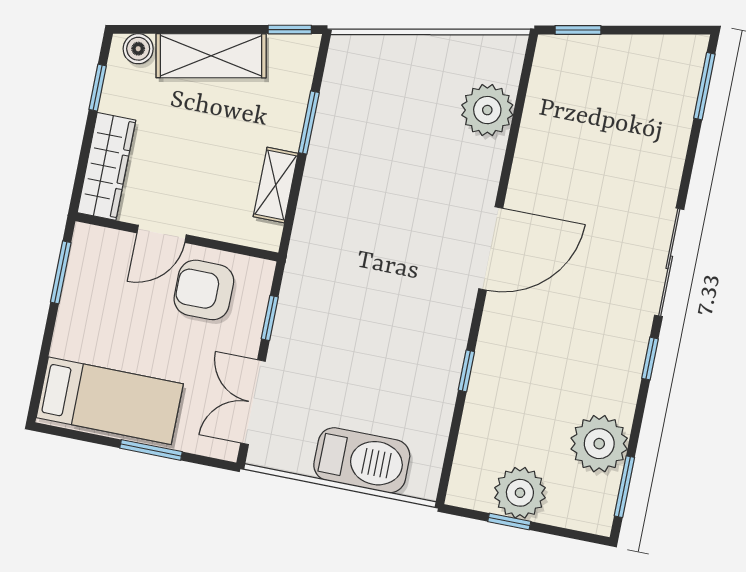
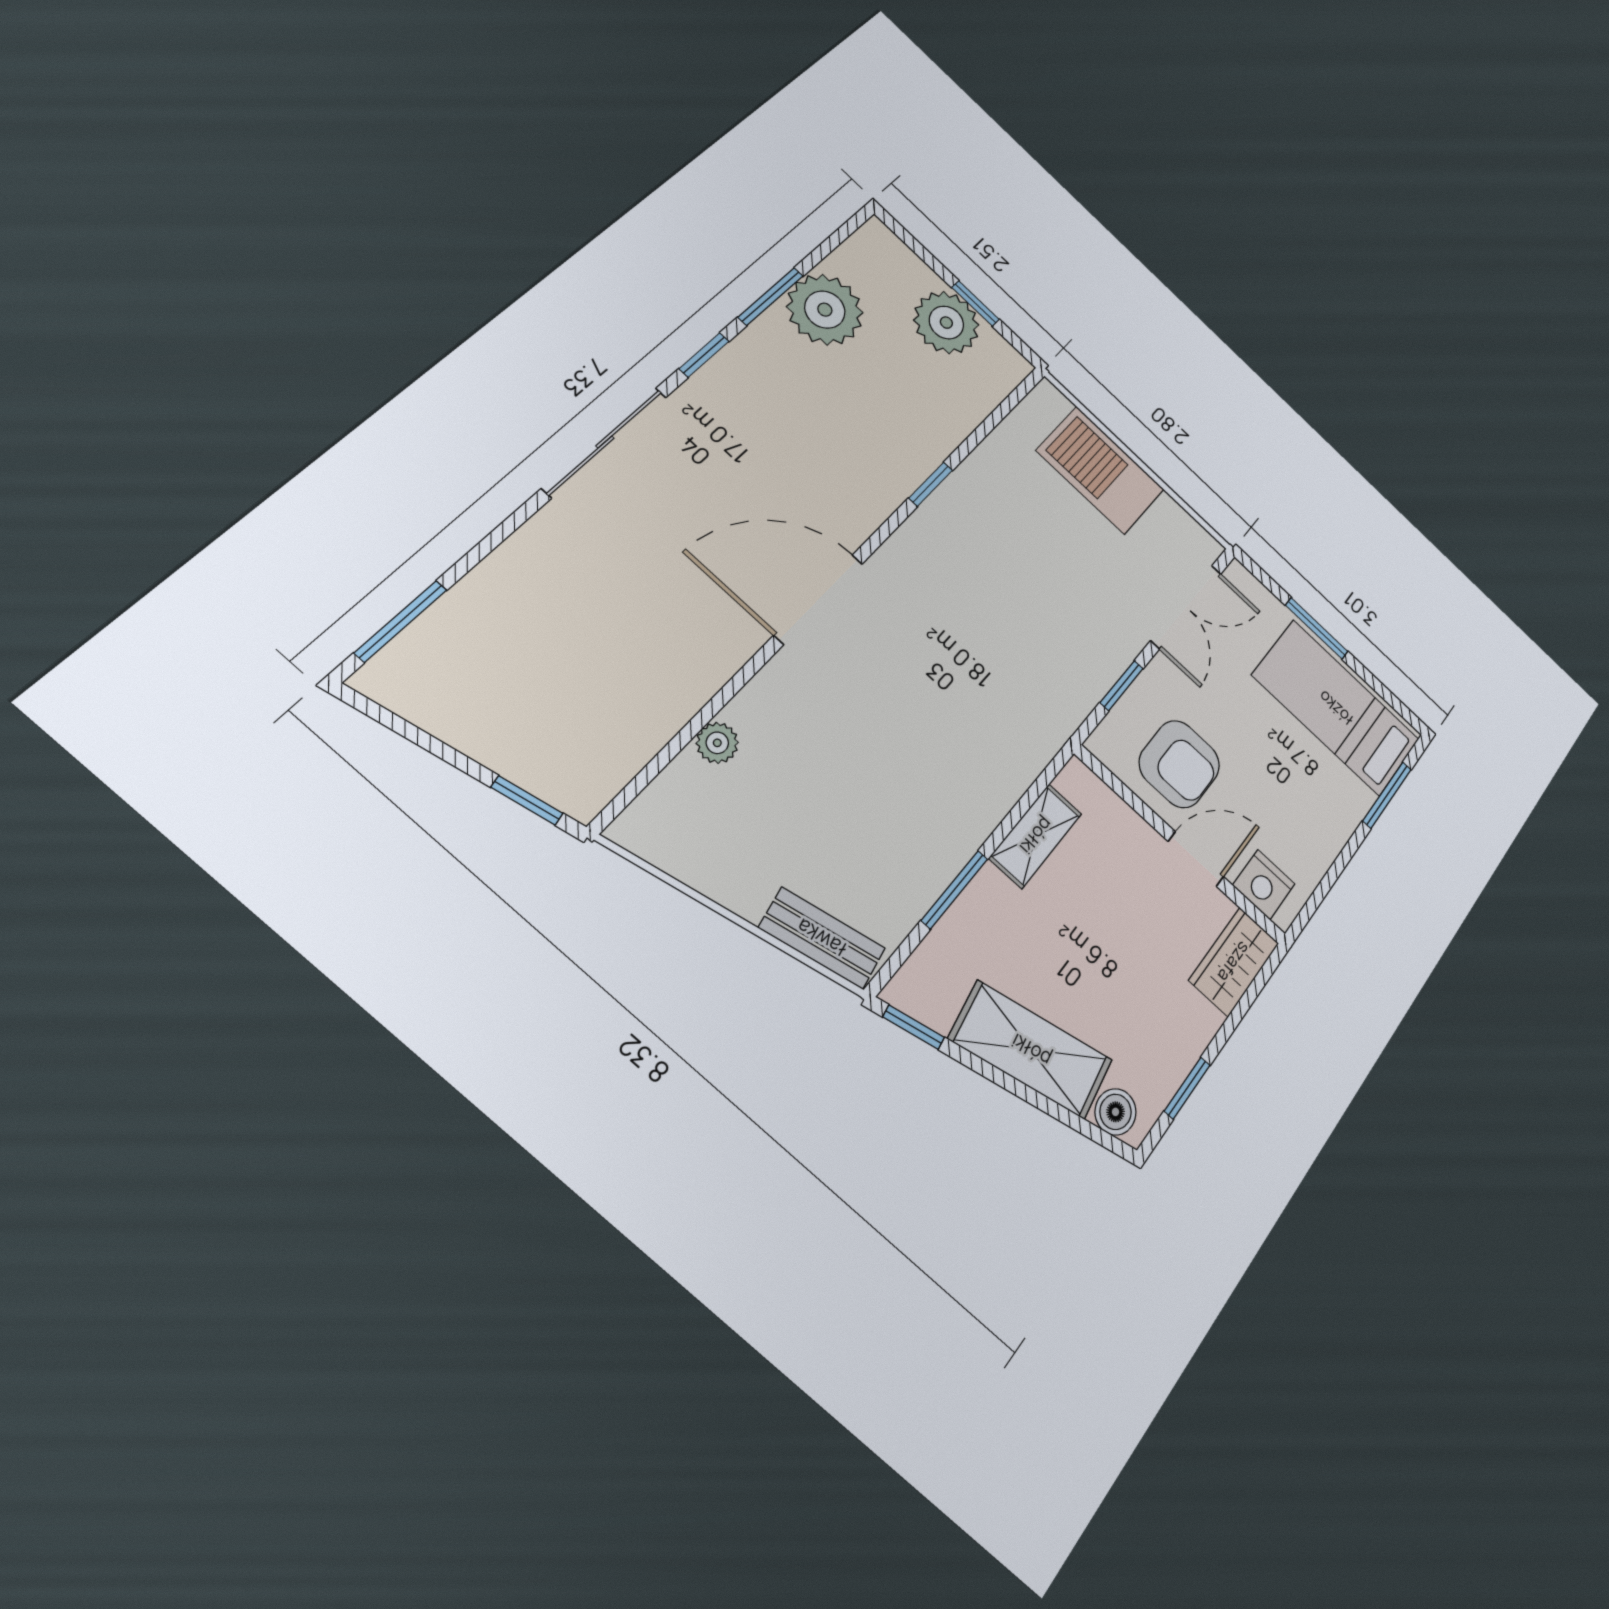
bench: (372, 49) -> (822, 938), added
plant: (487, 110) -> (717, 743), width x0.53, depth x0.53
wardrobe: (106, 166) -> (1234, 962), width x0.67
nightstand: (106, 245) -> (1264, 885), added
window: (61, 272) -> (1387, 795), moved
window: (624, 487) -> (771, 296), moved

